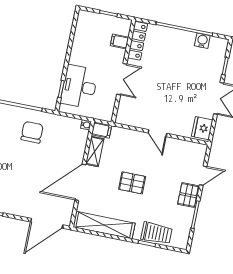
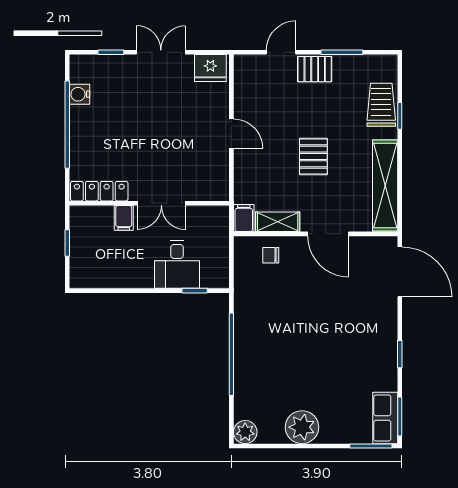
filing cabinet: (120, 41) -> (124, 218), moved
double door: (122, 79) -> (161, 203), swing flipped
desk: (79, 87) -> (177, 264), width x0.73
water cooler: (86, 125) -> (240, 243), removed
chair: (32, 132) -> (271, 255), moved, width x0.54, depth x0.54
door: (157, 133) -> (231, 134), hinge flipped
door: (203, 176) -> (281, 52), hinge flipped
door: (80, 182) -> (328, 234), width x0.73

